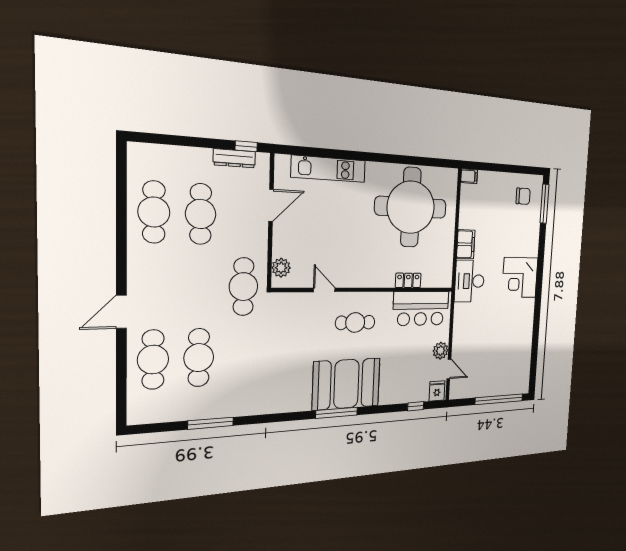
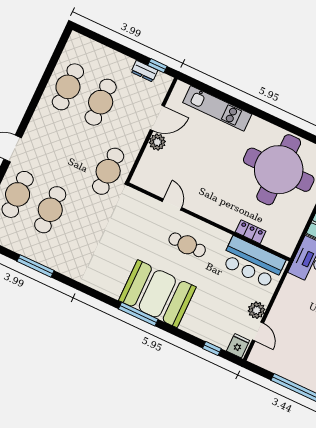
dresser: (234, 158) -> (144, 71), width x0.70
plant: (281, 268) -> (157, 142), moved

